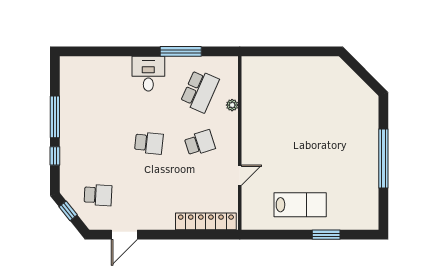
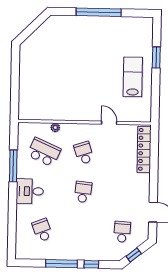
school desk: (98, 91) -> (42, 230), added

